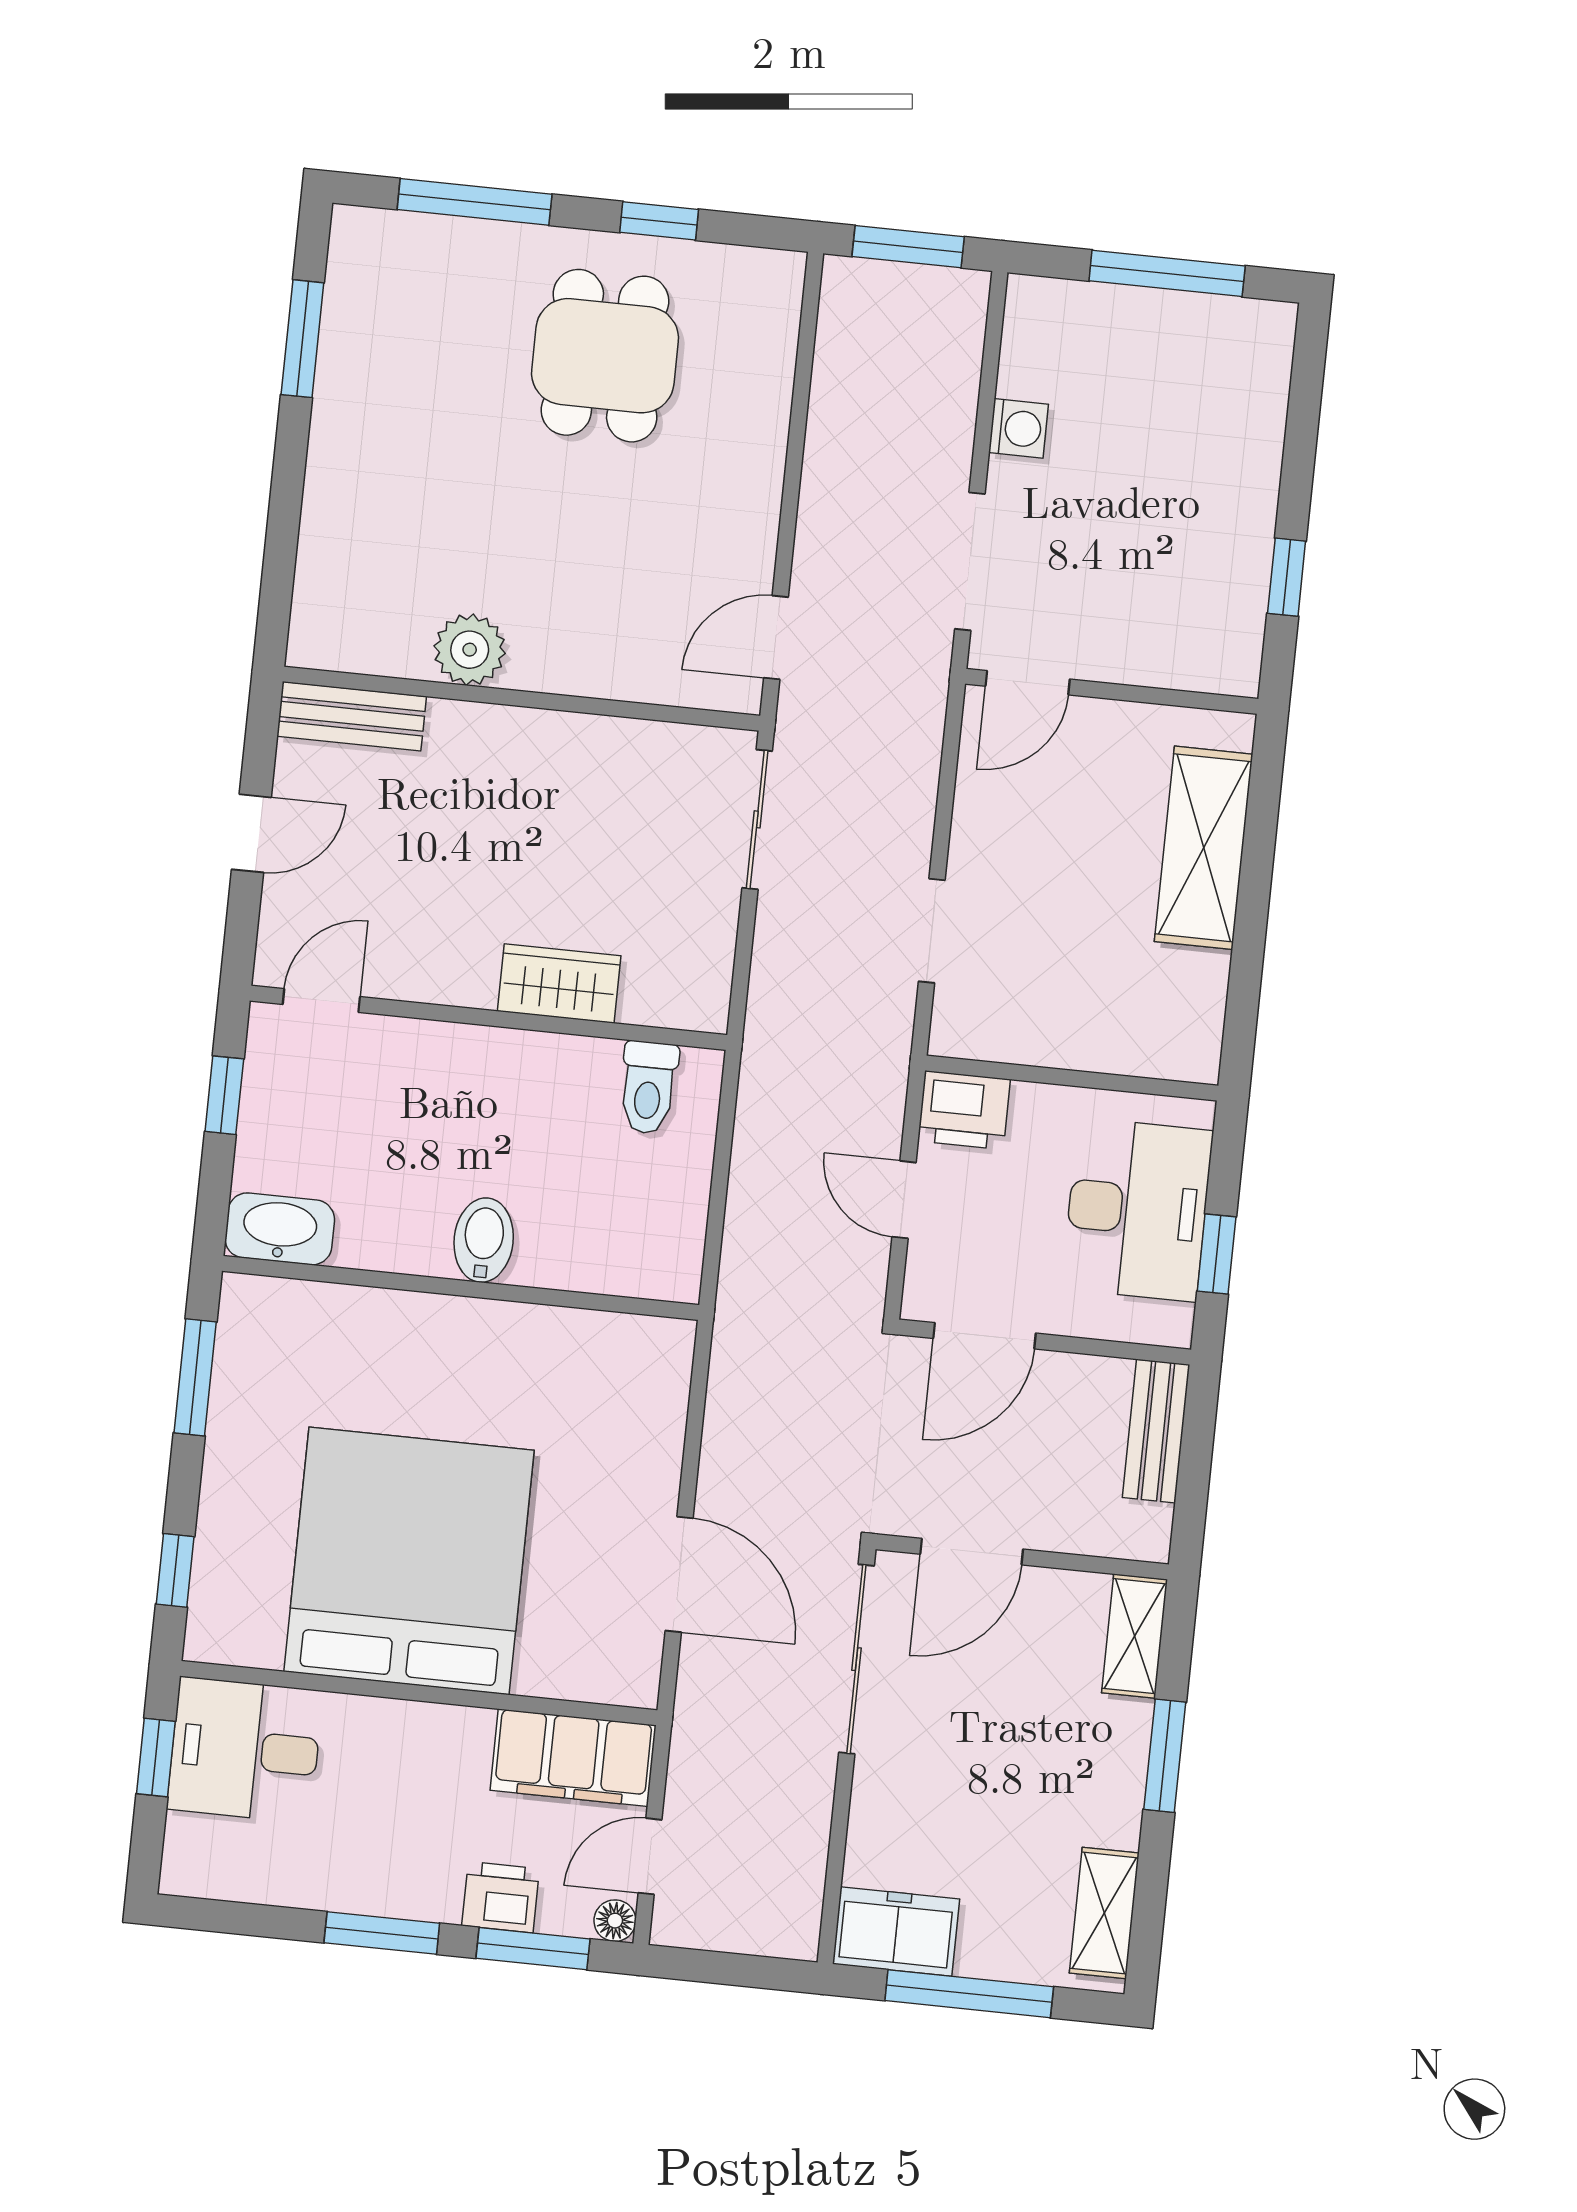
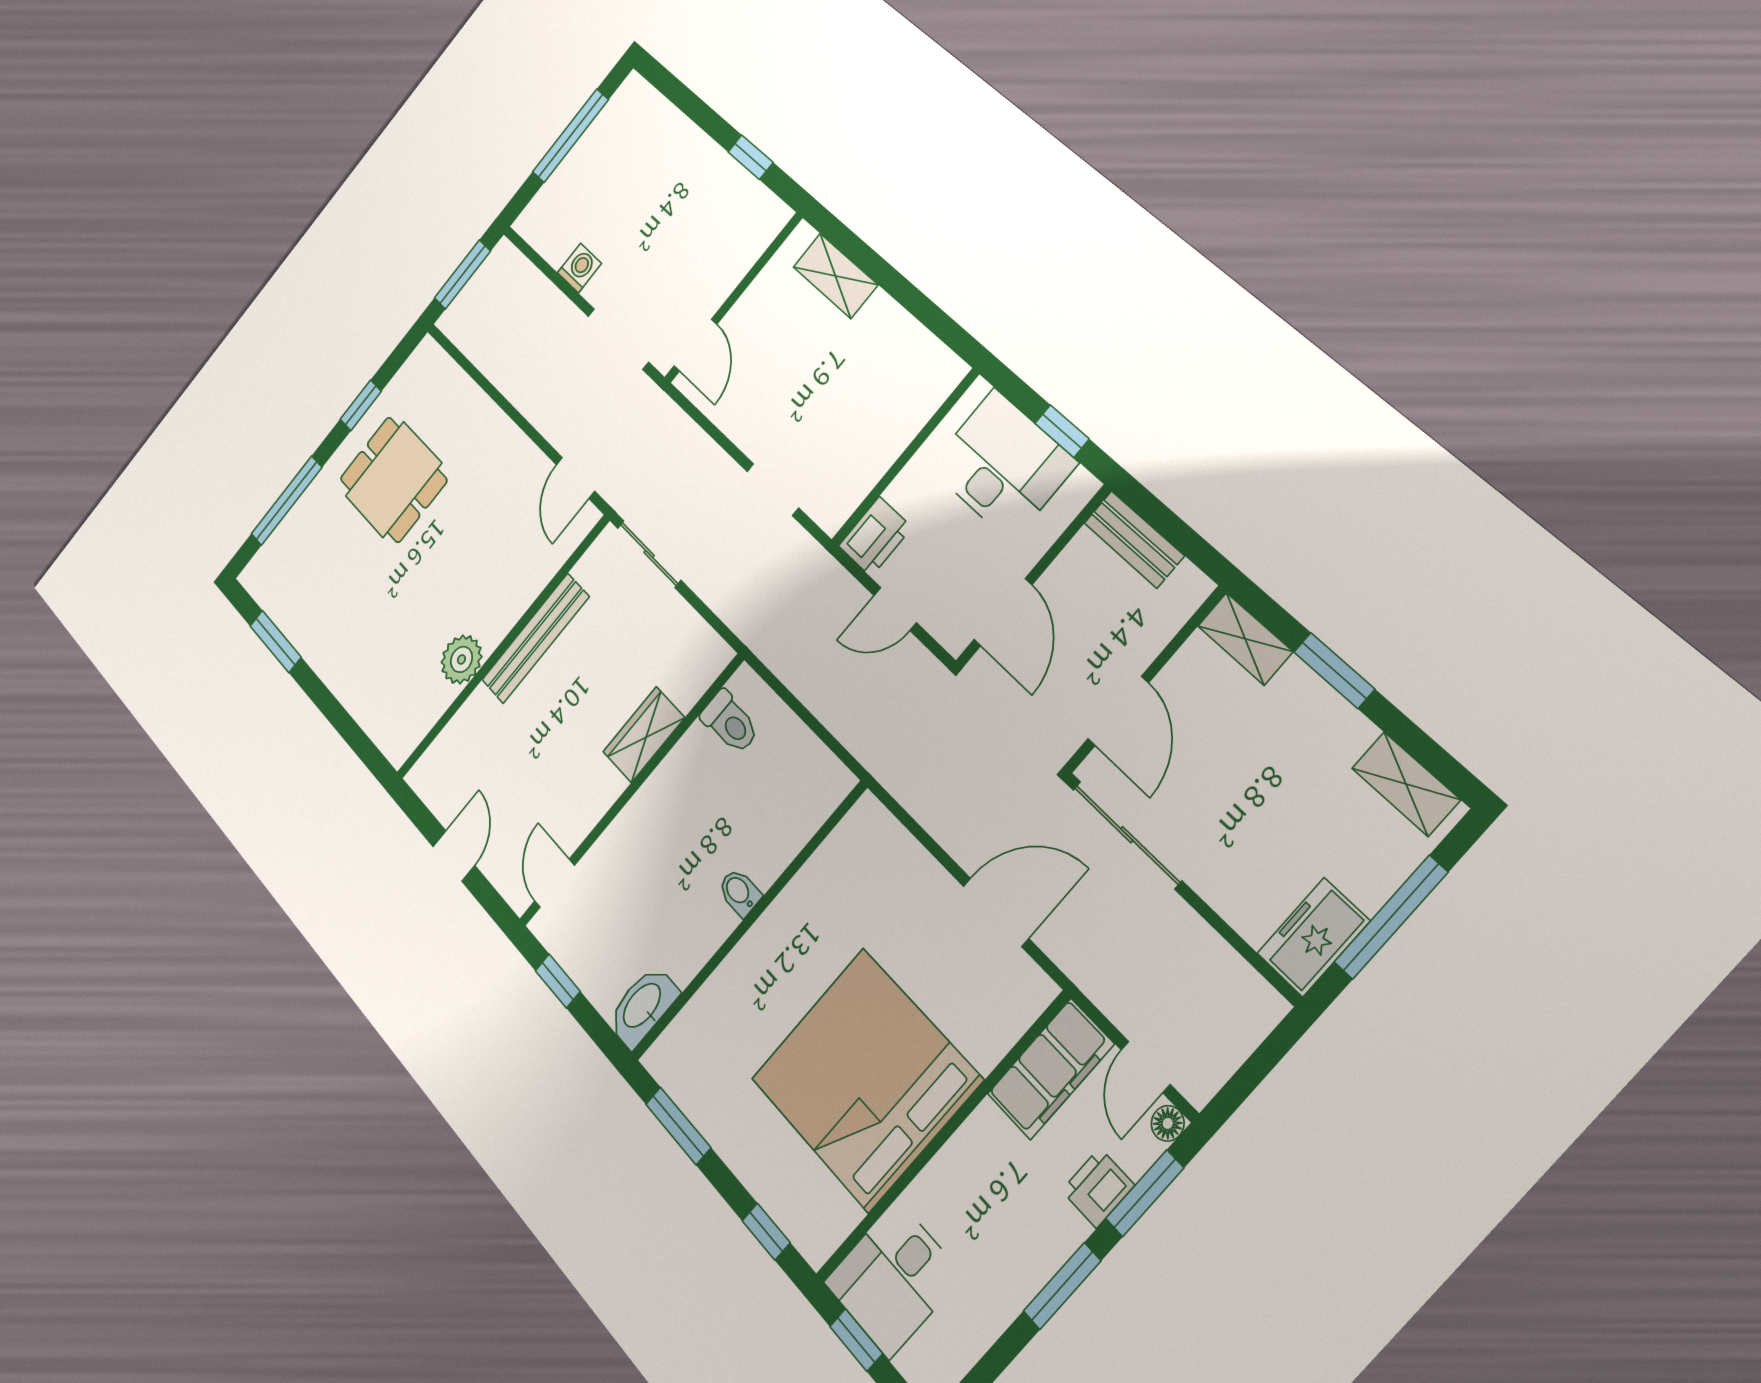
bench: (352, 716) -> (535, 638), moved, width x1.36
shelving: (1204, 848) -> (835, 276), width x0.67, depth x0.75
bidet: (484, 1240) -> (739, 892), width x0.72, depth x0.74

